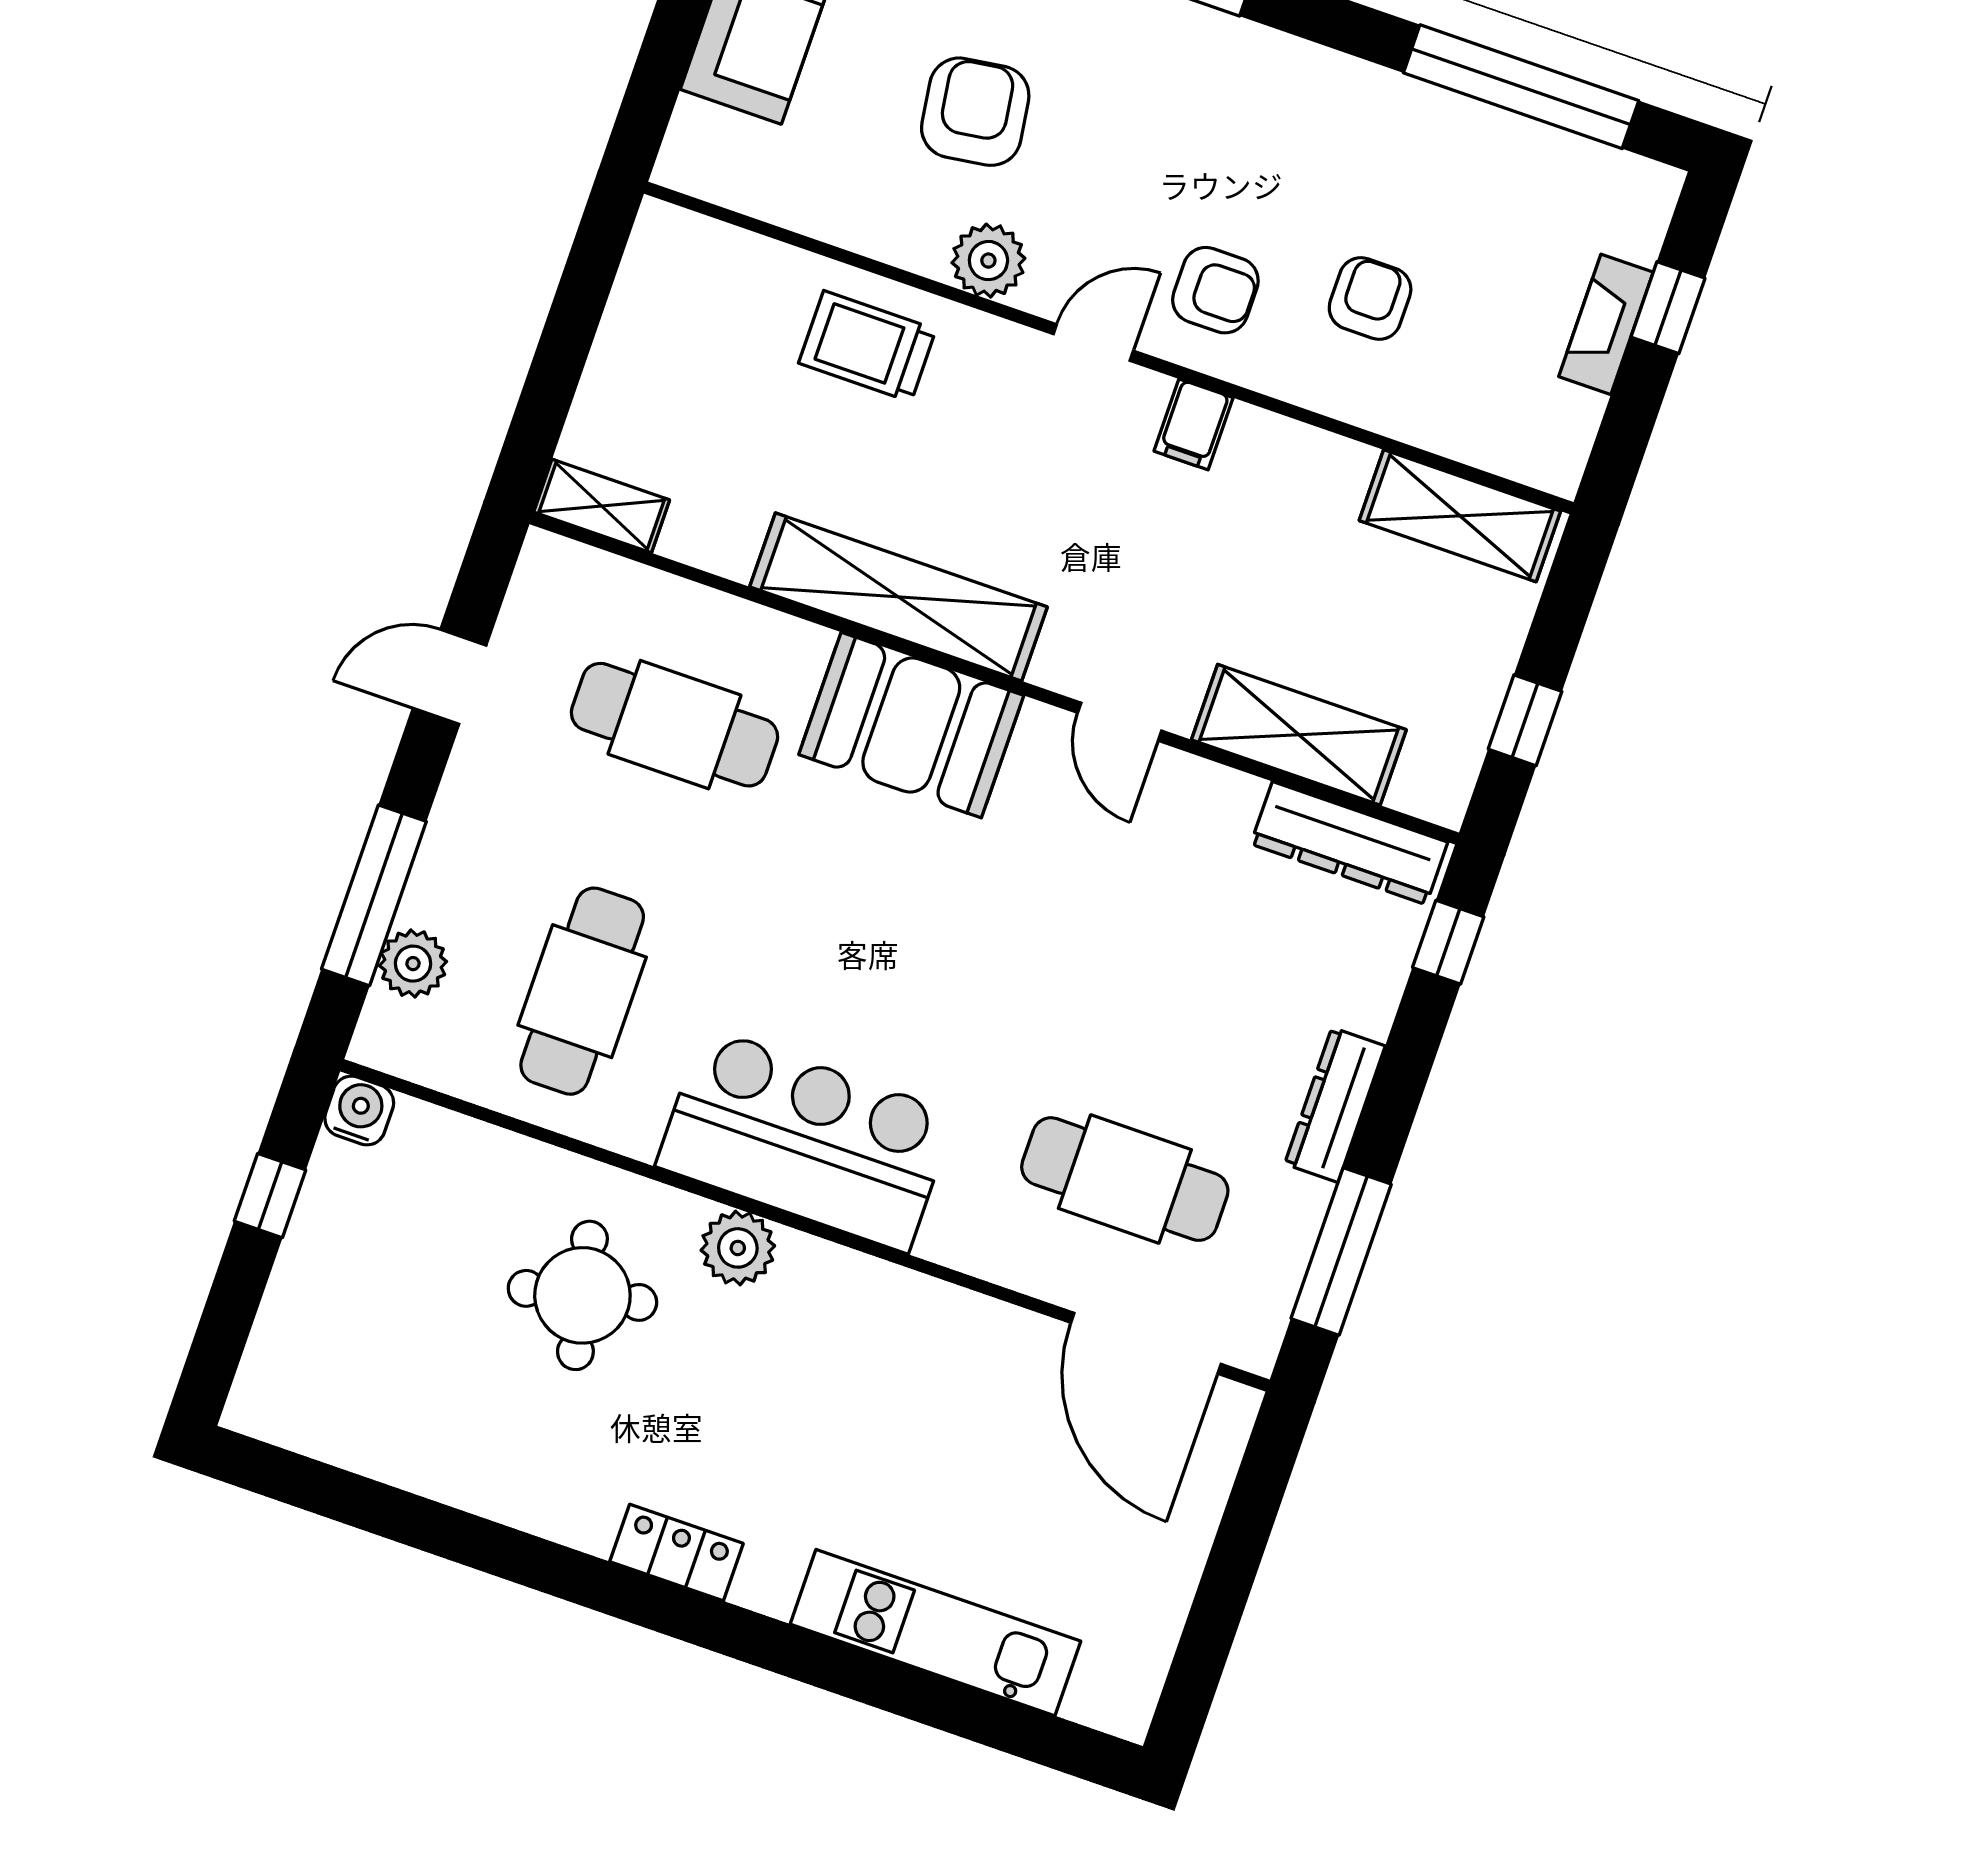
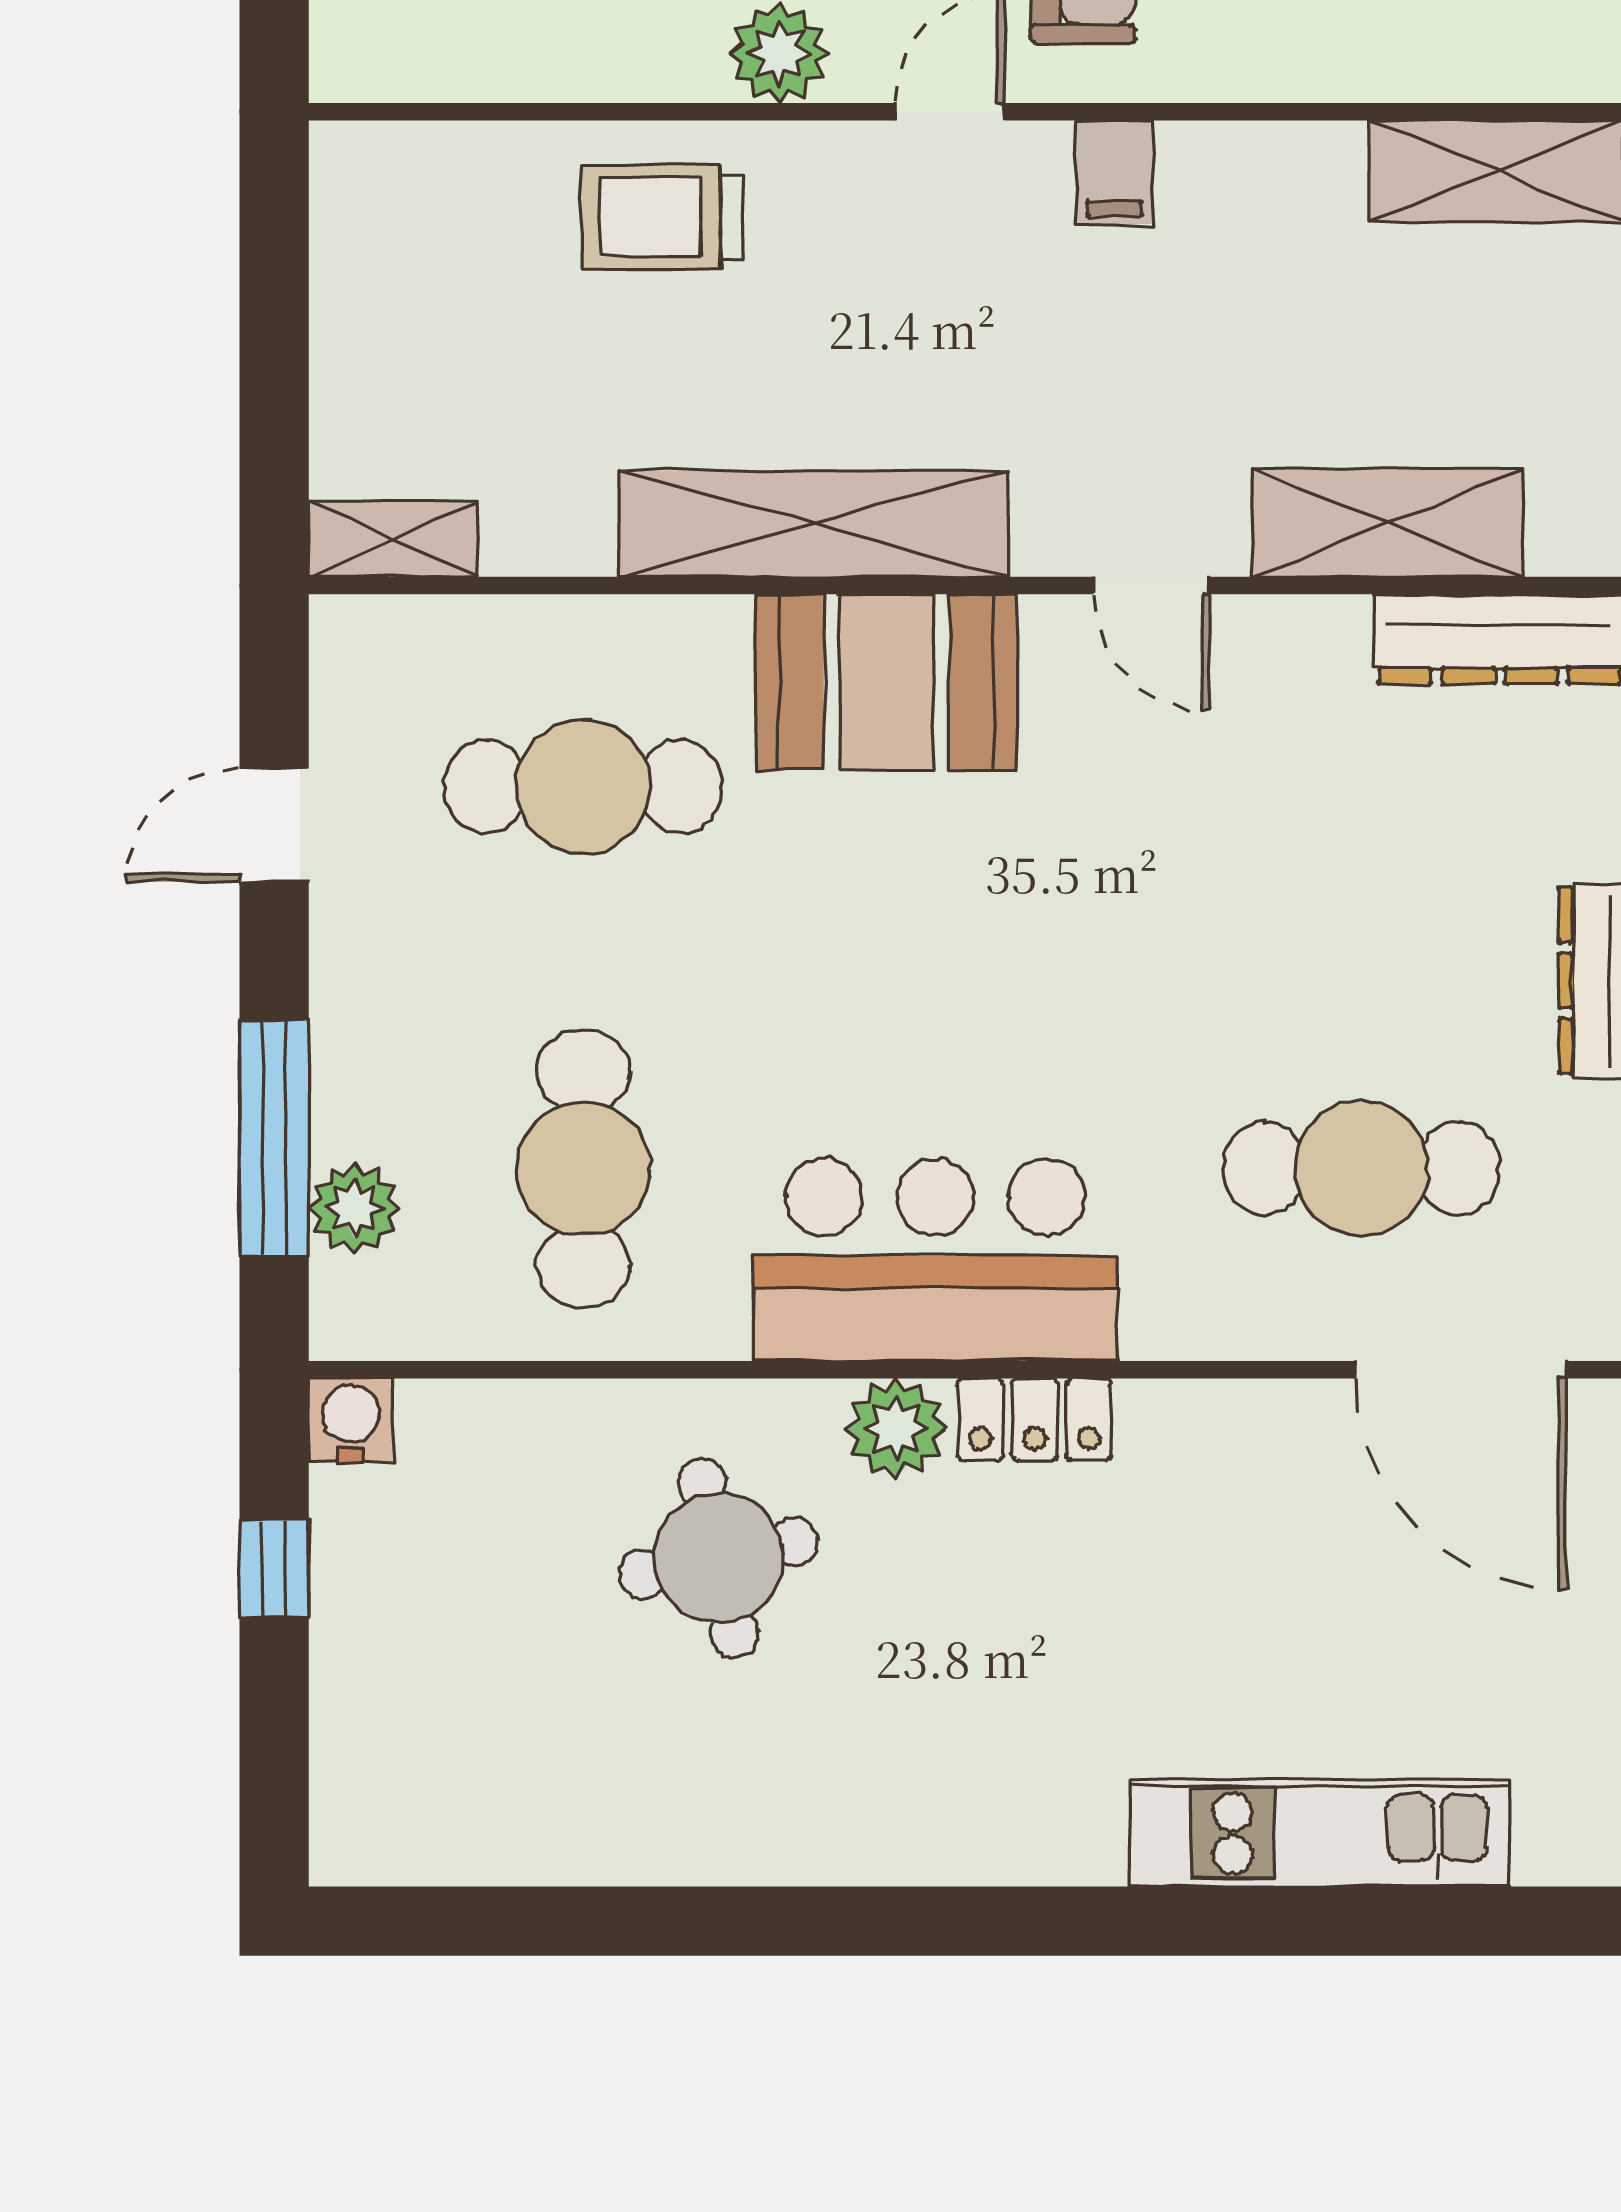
locker: (676, 1553) -> (1035, 1419), moved, turned 180

